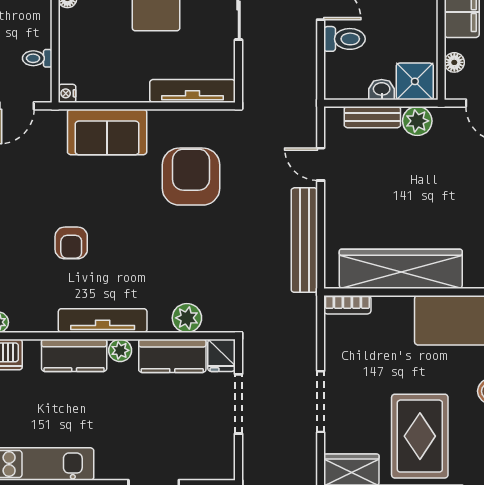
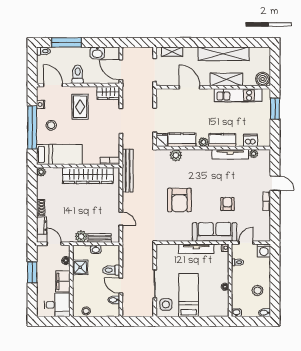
shower: (415, 81) -> (80, 267), moved
tv unit: (193, 91) -> (196, 249), moved
sofa: (107, 132) -> (215, 232), width x1.36
armchair: (191, 177) -> (179, 200), moved
bench: (304, 240) -> (128, 171), moved
armchair: (71, 243) -> (227, 204), moved
tv unit: (103, 321) -> (230, 154), moved
rug: (420, 436) -> (80, 107), width x0.73, depth x0.70

